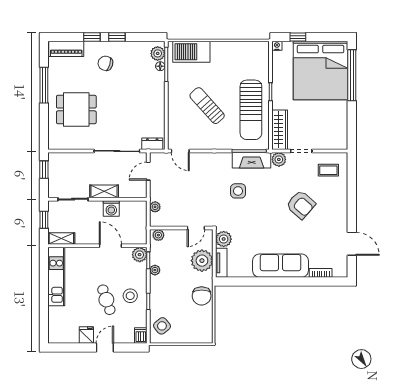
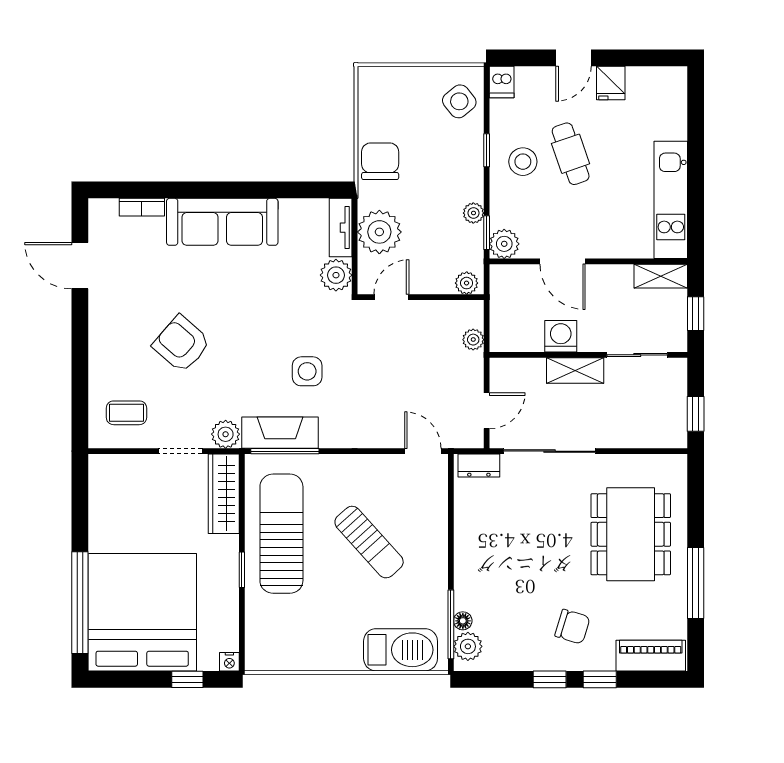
dining table: (76, 109) -> (631, 534), width x1.37

